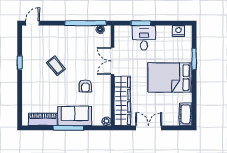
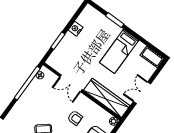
nightstand: (178, 31) -> (76, 29), moved
desk: (144, 38) -> (71, 47), removed
bed: (170, 77) -> (119, 51), width x0.67

